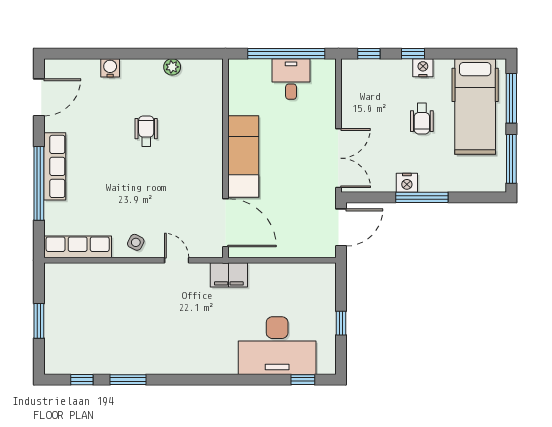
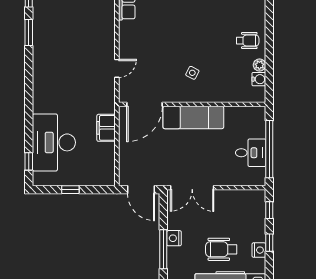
water cooler: (110, 68) -> (259, 79), moved
wheelchair: (422, 119) -> (221, 249), width x1.36, depth x1.37
wheelchair: (146, 131) -> (248, 41), moved
side table: (136, 242) -> (192, 73), moved
filing cabinet: (229, 275) -> (106, 128), moved

